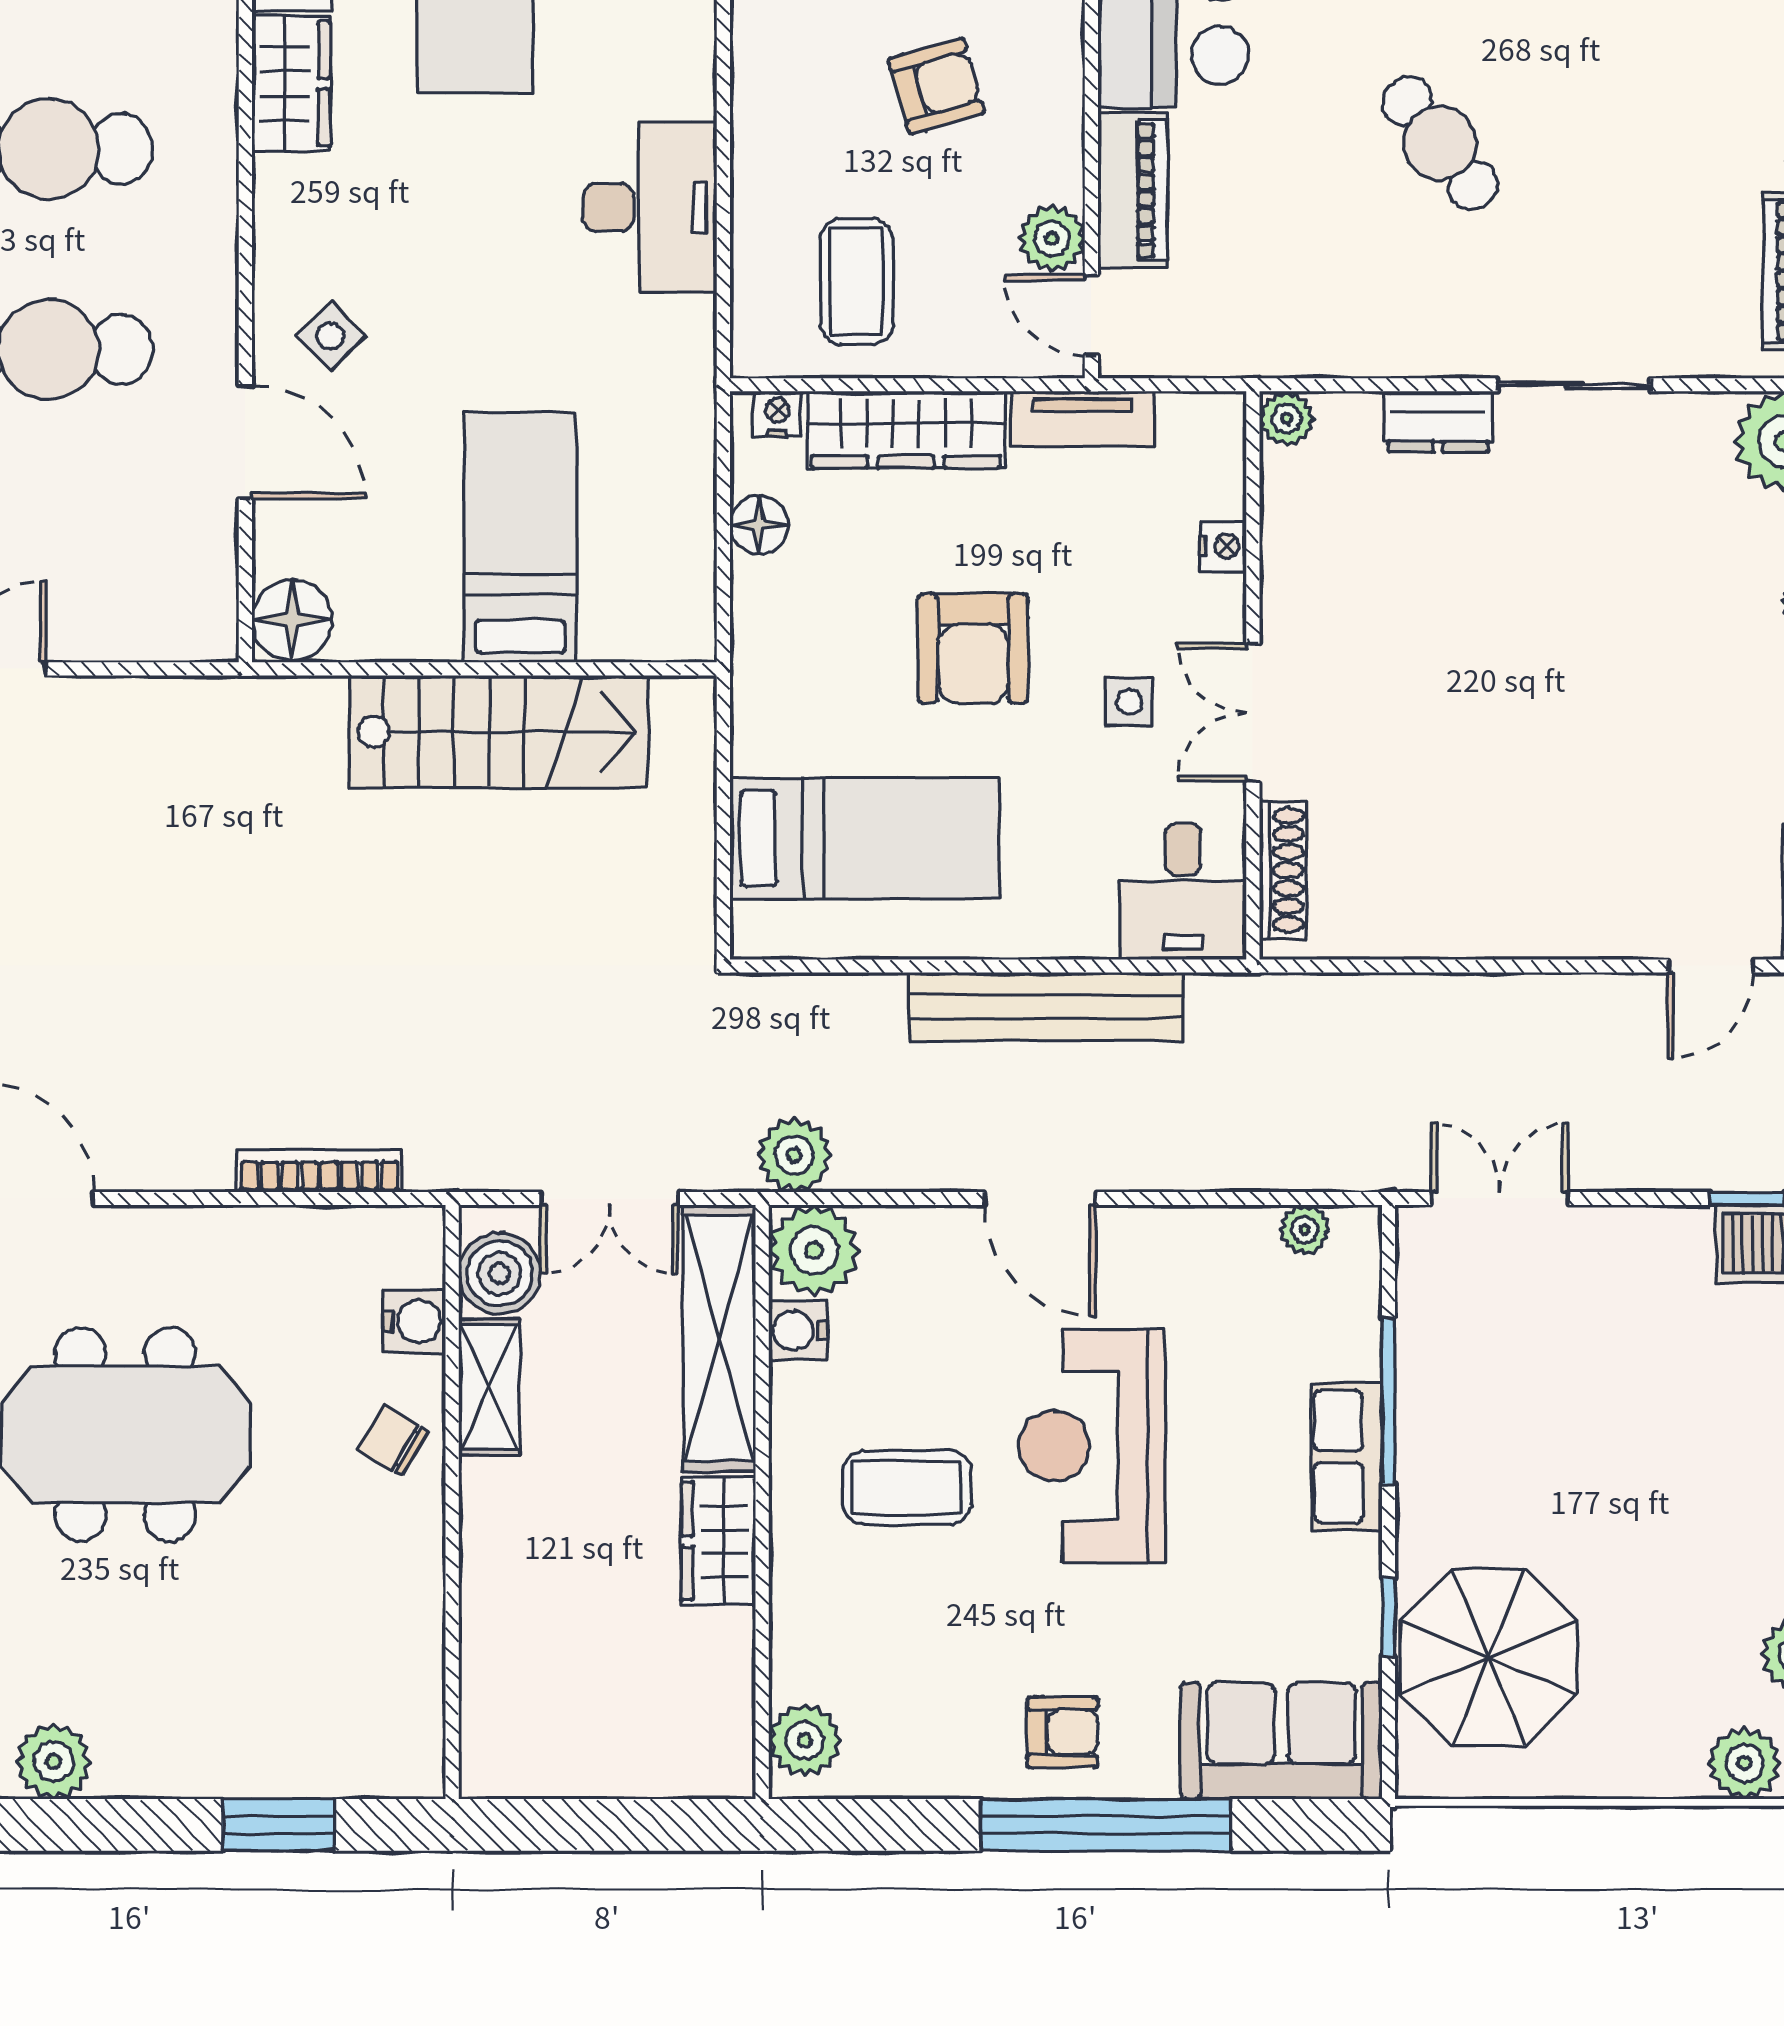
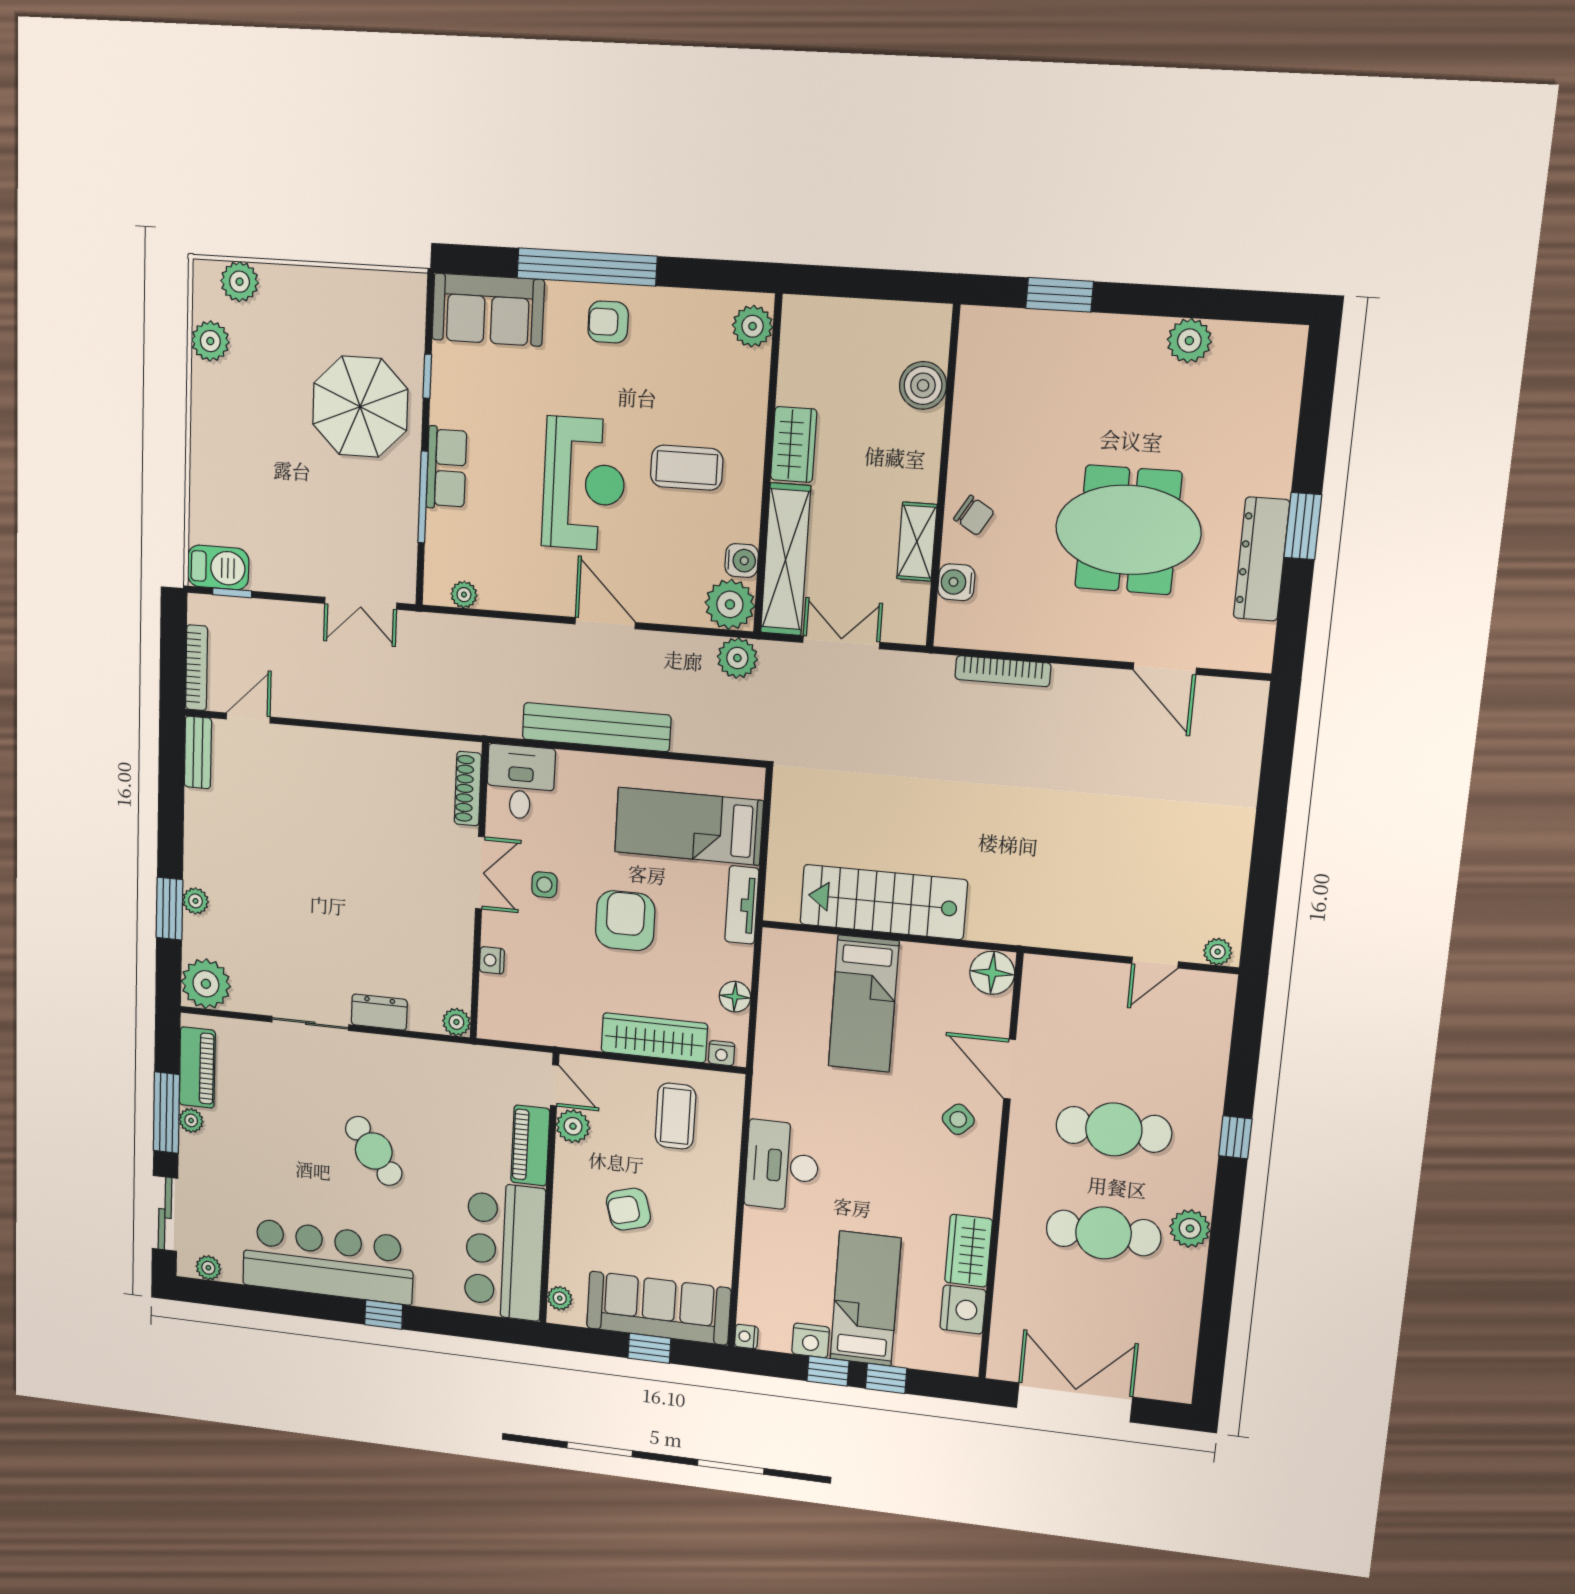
tv unit: (1082, 419) -> (742, 905), moved, turned -90
boiler: (499, 1273) -> (923, 385), moved
parasol: (1489, 1657) -> (360, 407), moved

